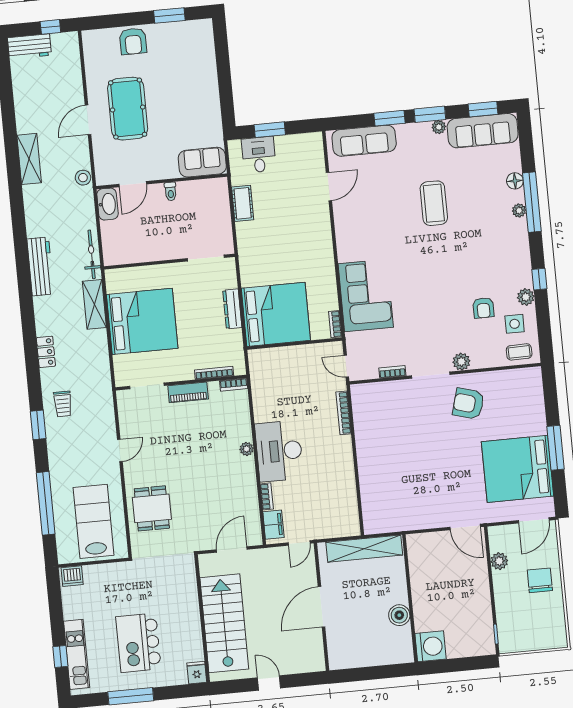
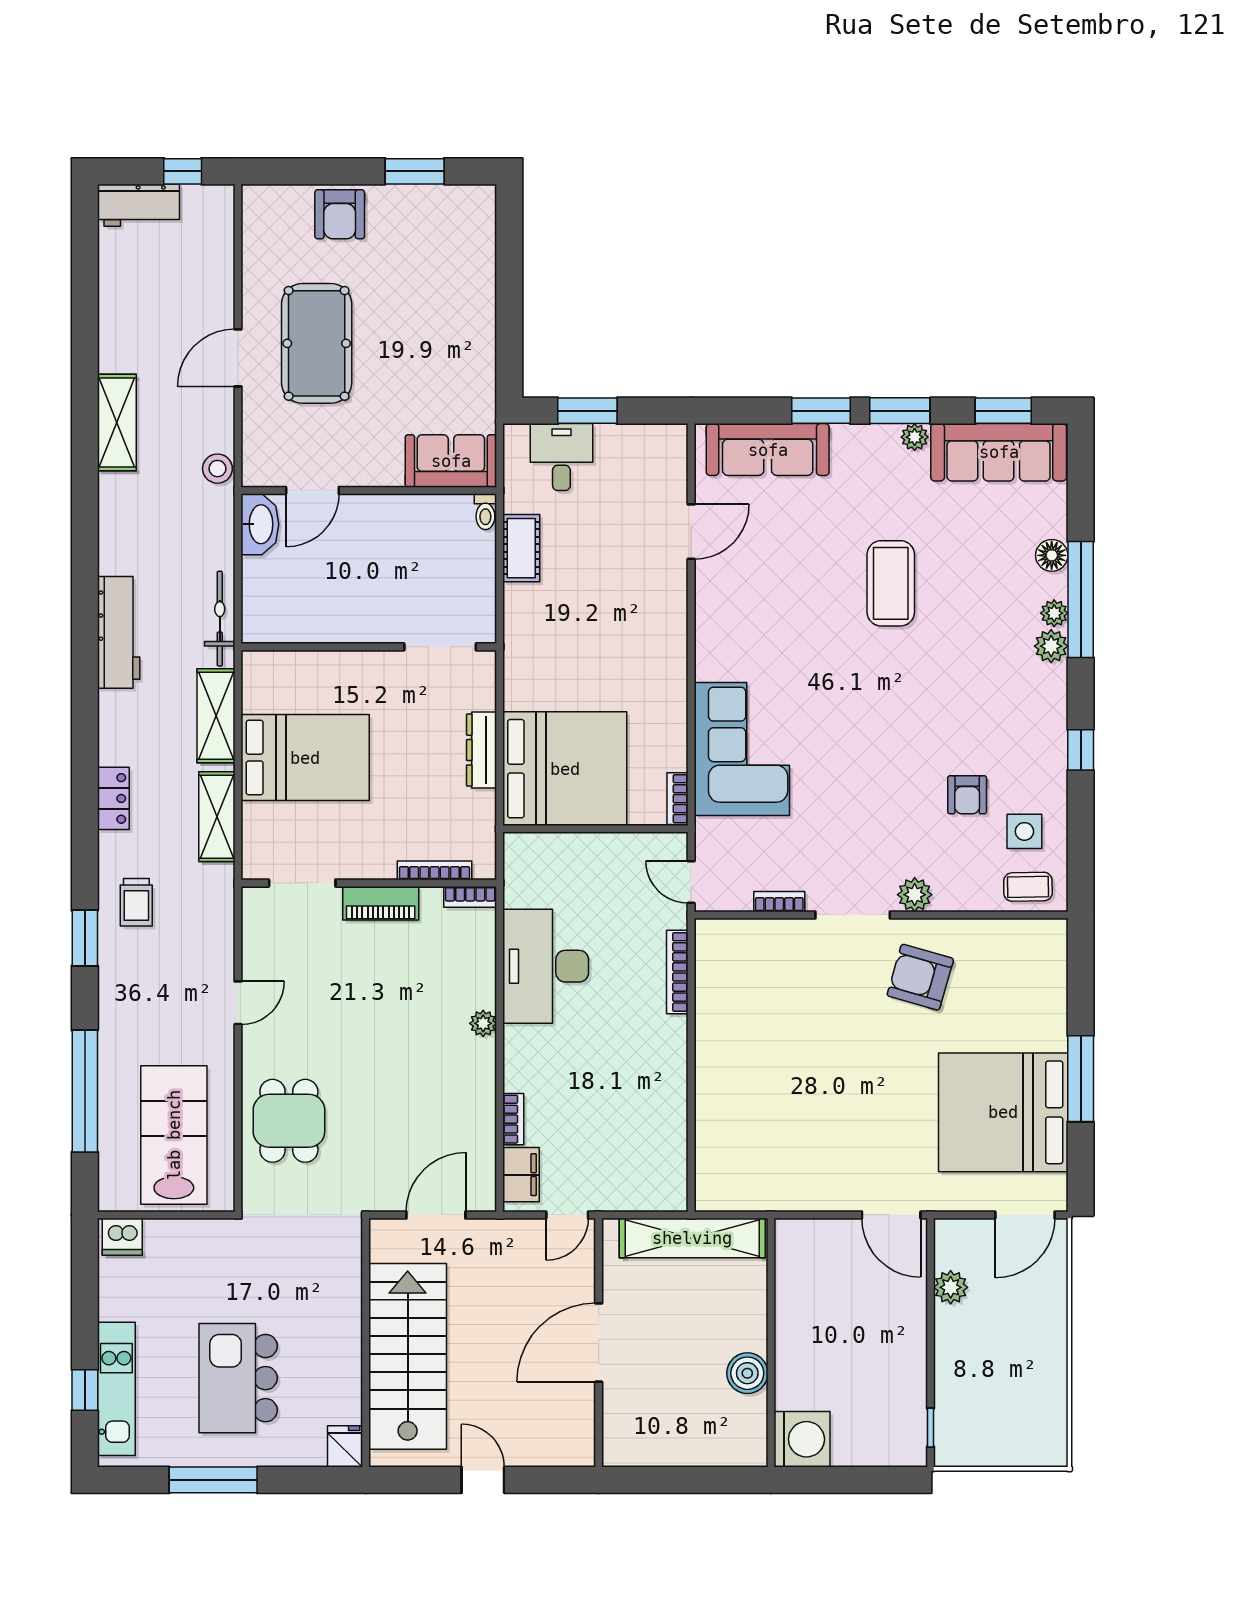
toilet: (171, 191) -> (485, 512), moved
plant: (526, 297) -> (1051, 646), moved
bed: (142, 321) -> (305, 758), width x0.73
shelving: (100, 356) -> (217, 817), added
desk: (279, 451) -> (546, 966), moved
chair: (540, 580) -> (1026, 1332), removed

